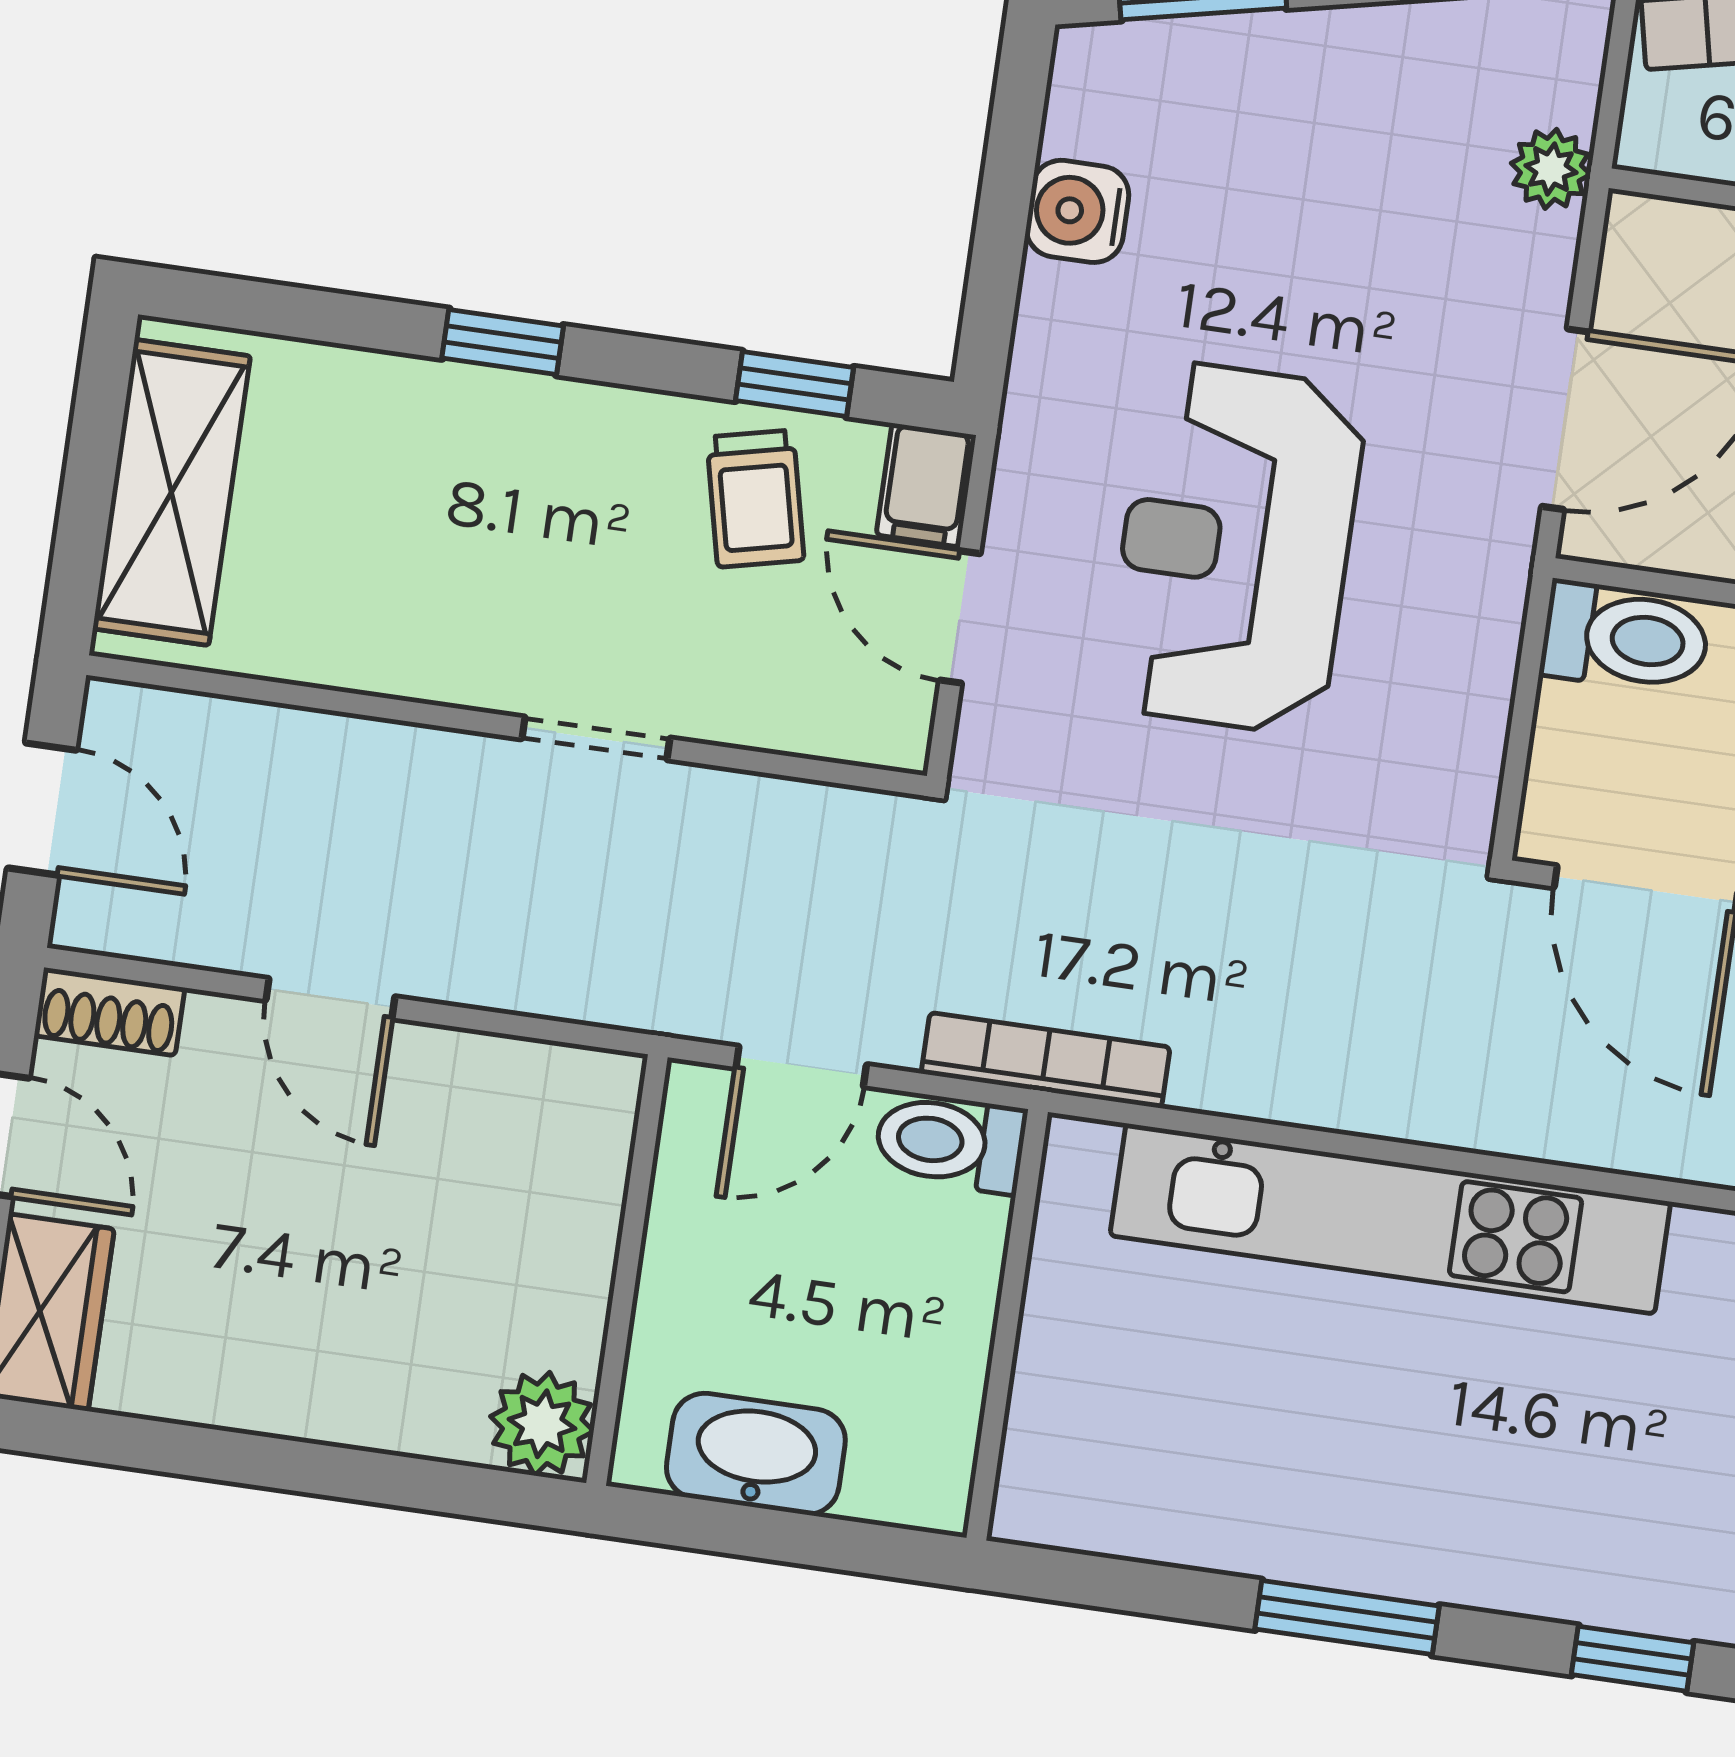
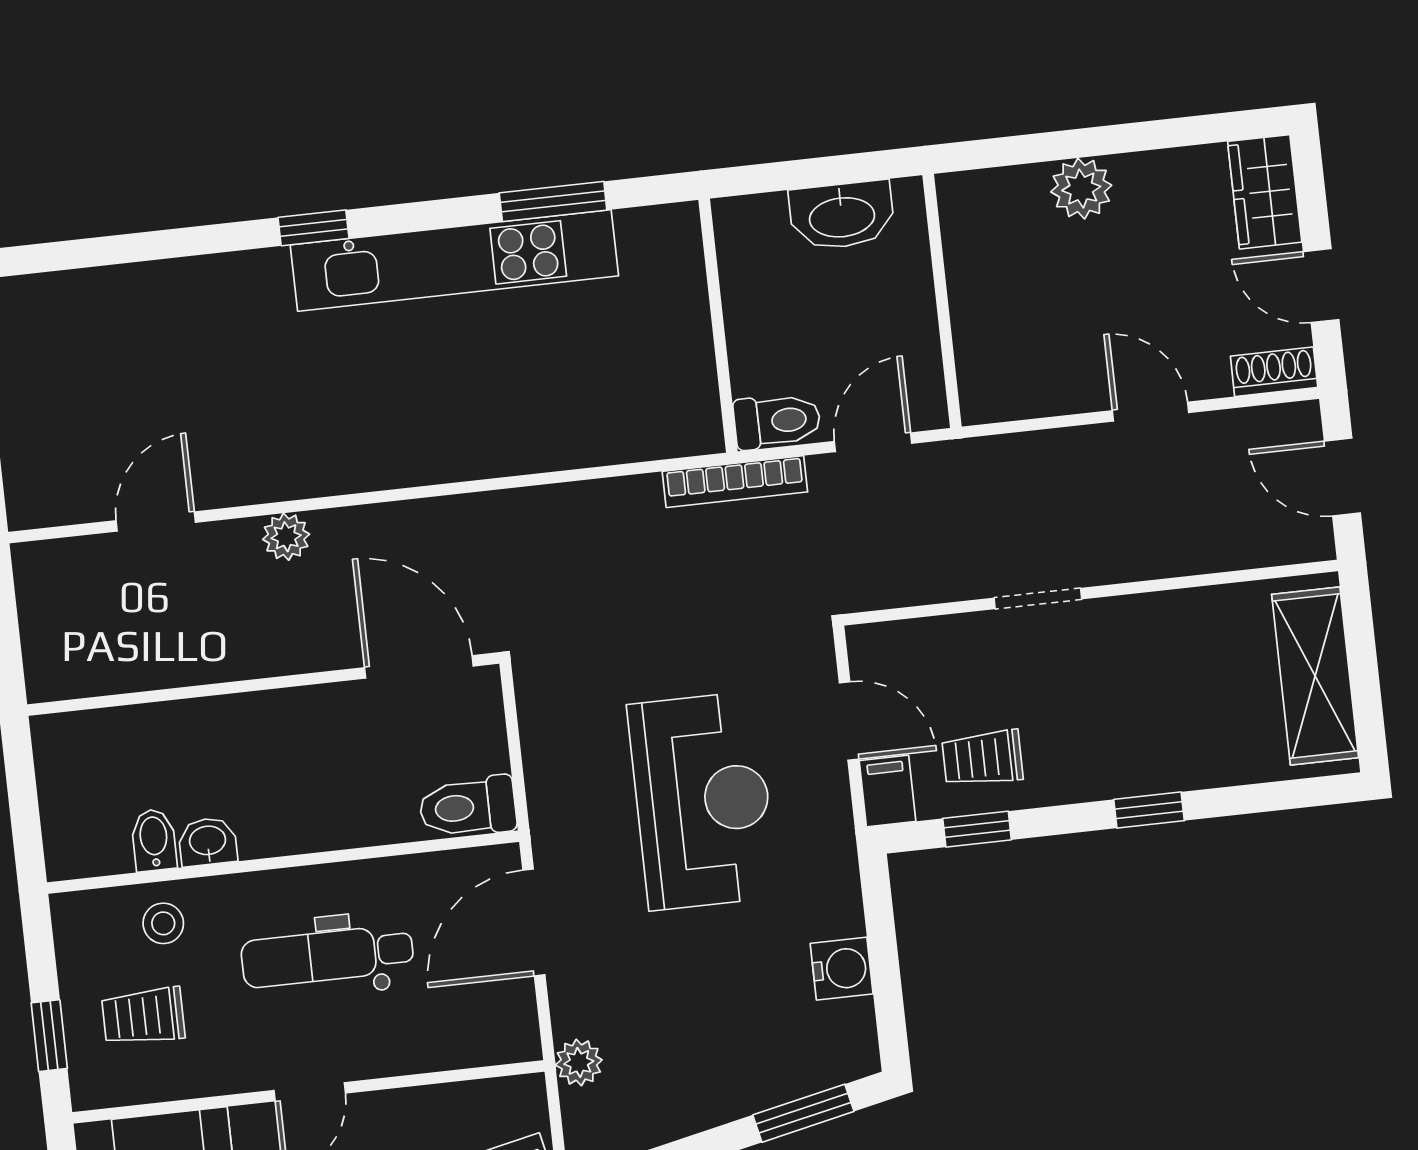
trolley: (755, 499) -> (982, 758), turned -77
kitchen unit: (1390, 1219) -> (454, 260), moved, turned 180
plant: (542, 1424) -> (1081, 189), moved
window: (1347, 1618) -> (553, 201), moved

